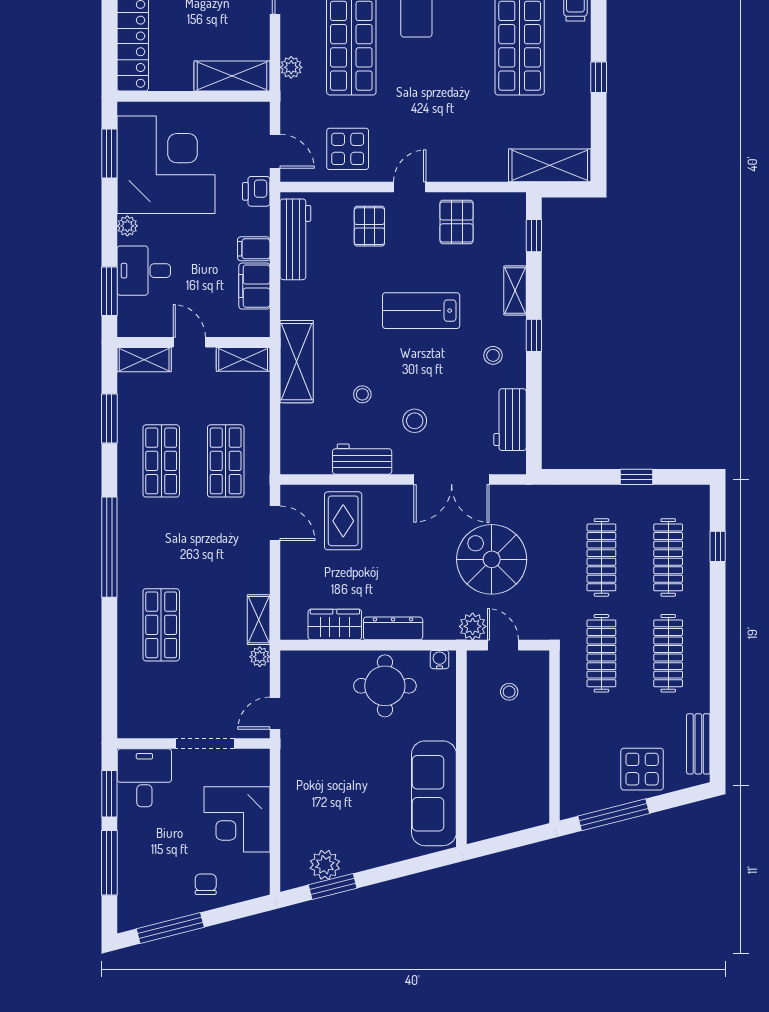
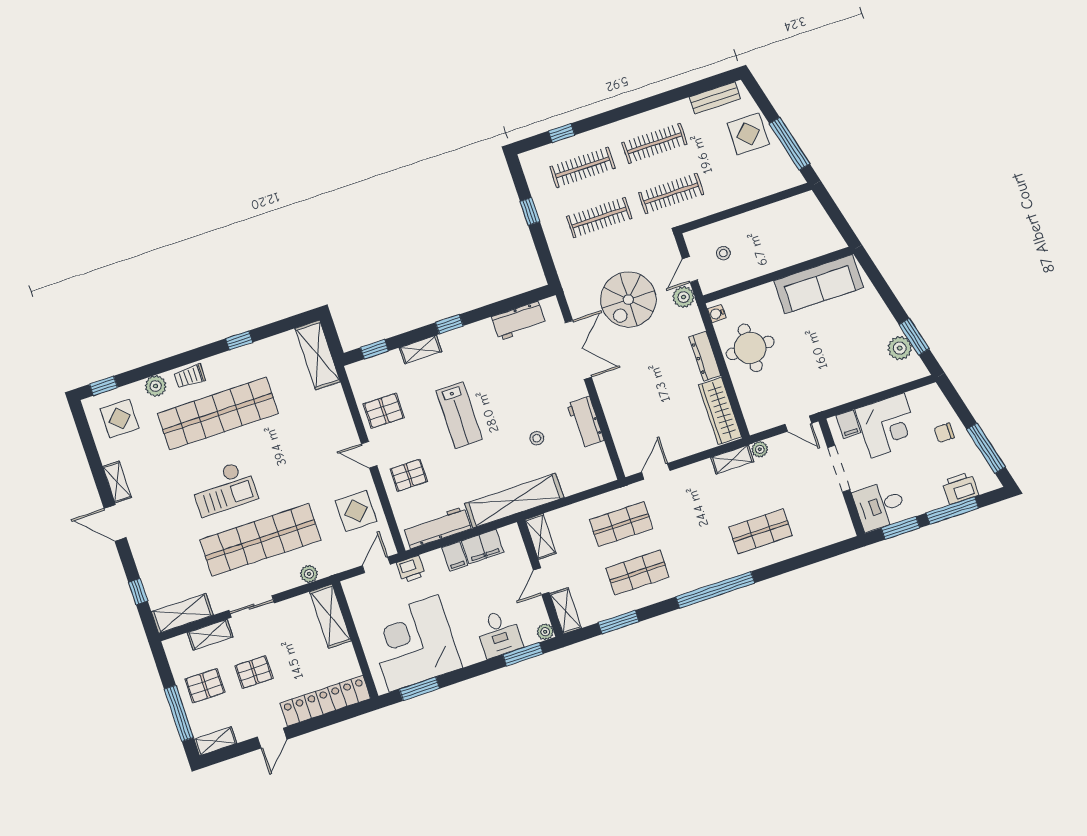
plant: (127, 226) -> (545, 632), moved
stool: (493, 355) -> (475, 350), removed
shelving: (297, 362) -> (514, 501), width x1.47
stool: (415, 421) -> (544, 392), removed
rug: (343, 521) -> (637, 421), removed
wardrobe: (335, 625) -> (720, 411), width x1.50
filing cabinet: (254, 773) -> (848, 424), added
printer: (133, 881) -> (960, 488), added

